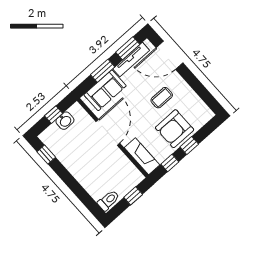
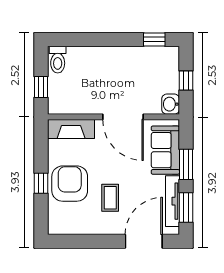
washbasin: (65, 121) -> (171, 104), moved
window: (170, 163) -> (41, 150), removed

